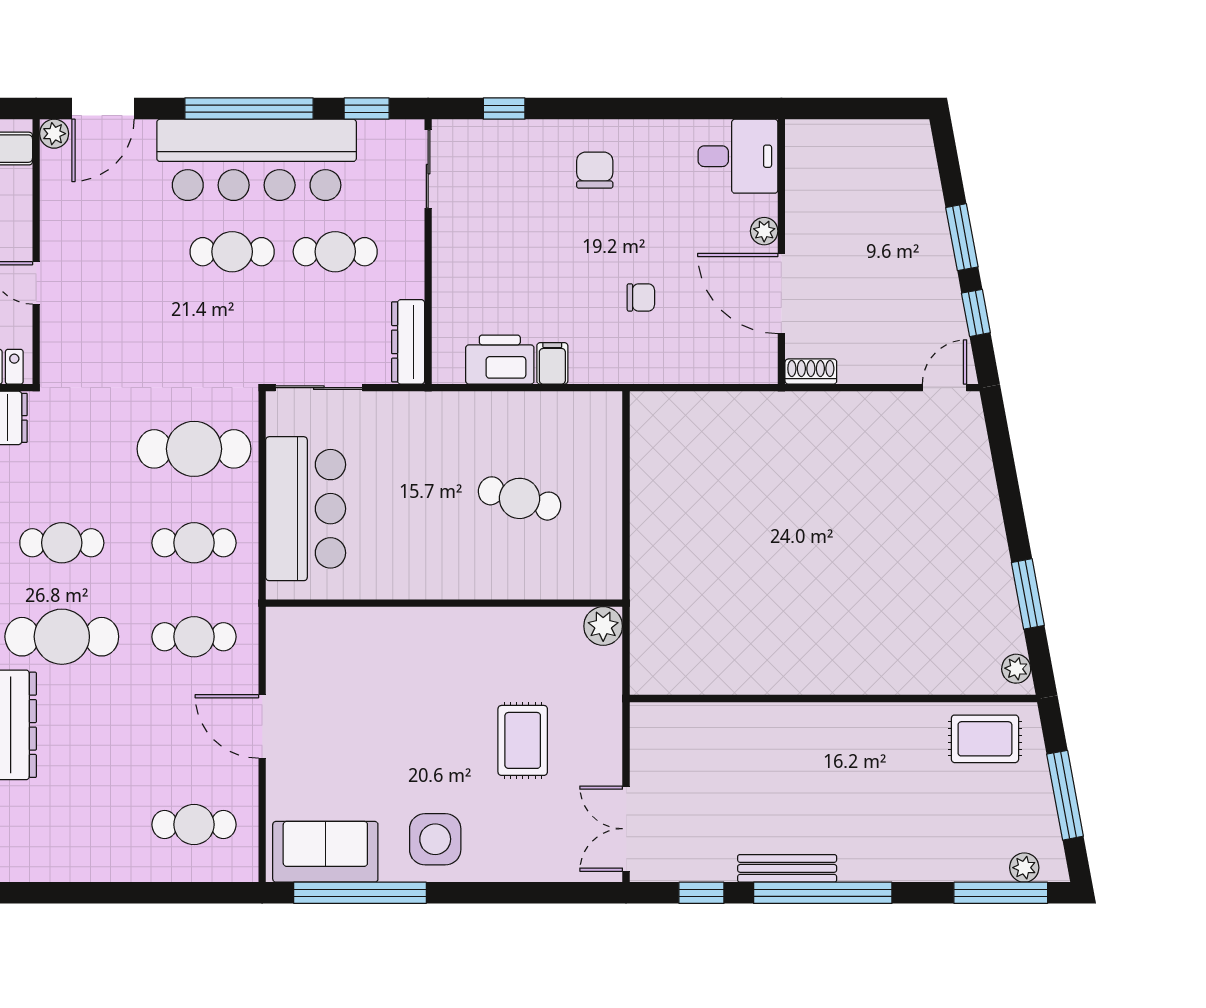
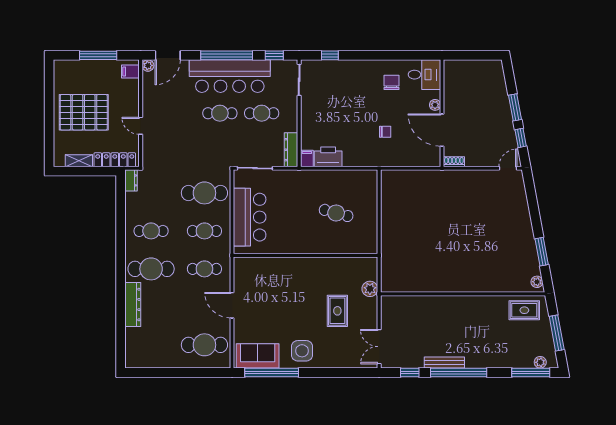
chair: (595, 170) -> (391, 82), moved
filing cabinet: (552, 363) -> (307, 158), moved
plant: (603, 626) -> (370, 289), moved
cafe table: (194, 825) -> (204, 345), width x1.37, depth x1.35

